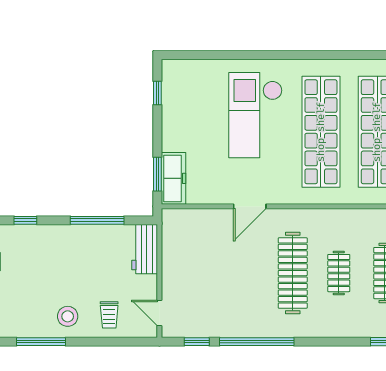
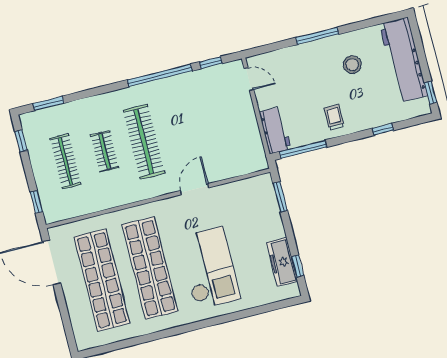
freezer: (173, 178) -> (282, 262), moved
window: (97, 220) -> (303, 149), moved
trolley: (109, 315) -> (334, 117), moved
stool: (68, 316) -> (352, 65), moved
window: (41, 342) -> (317, 36), moved

